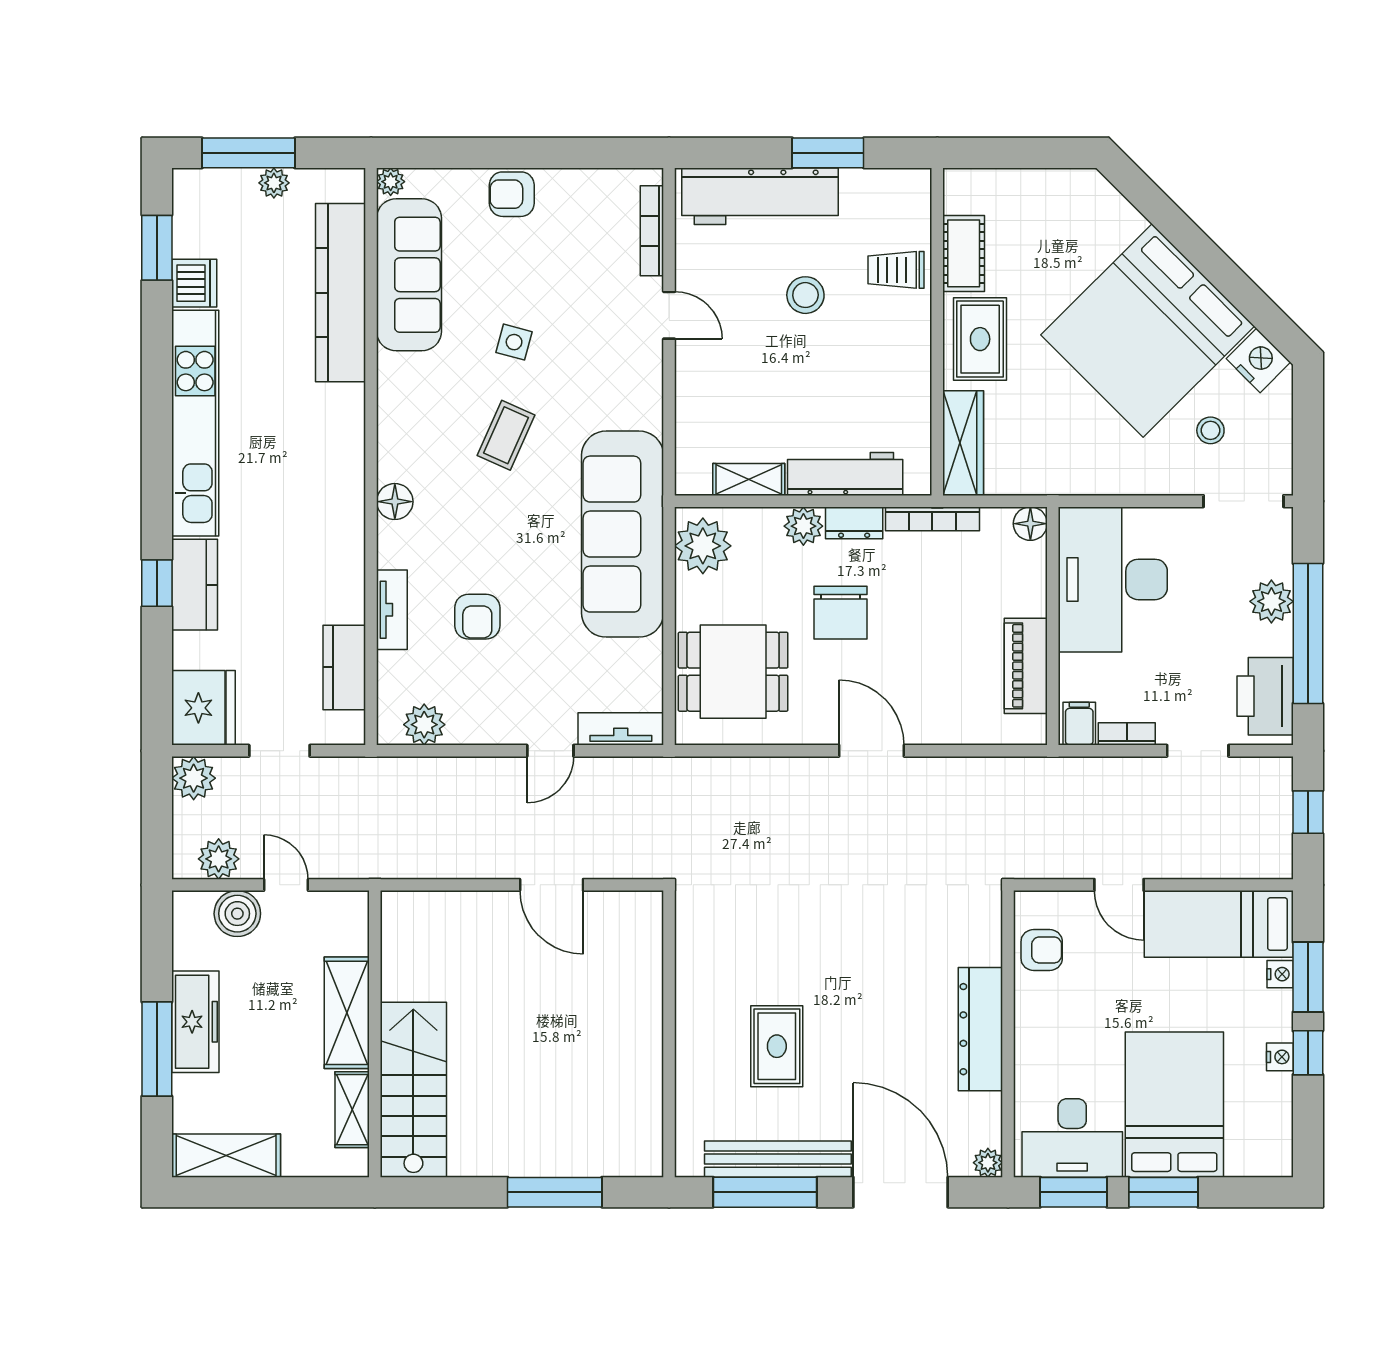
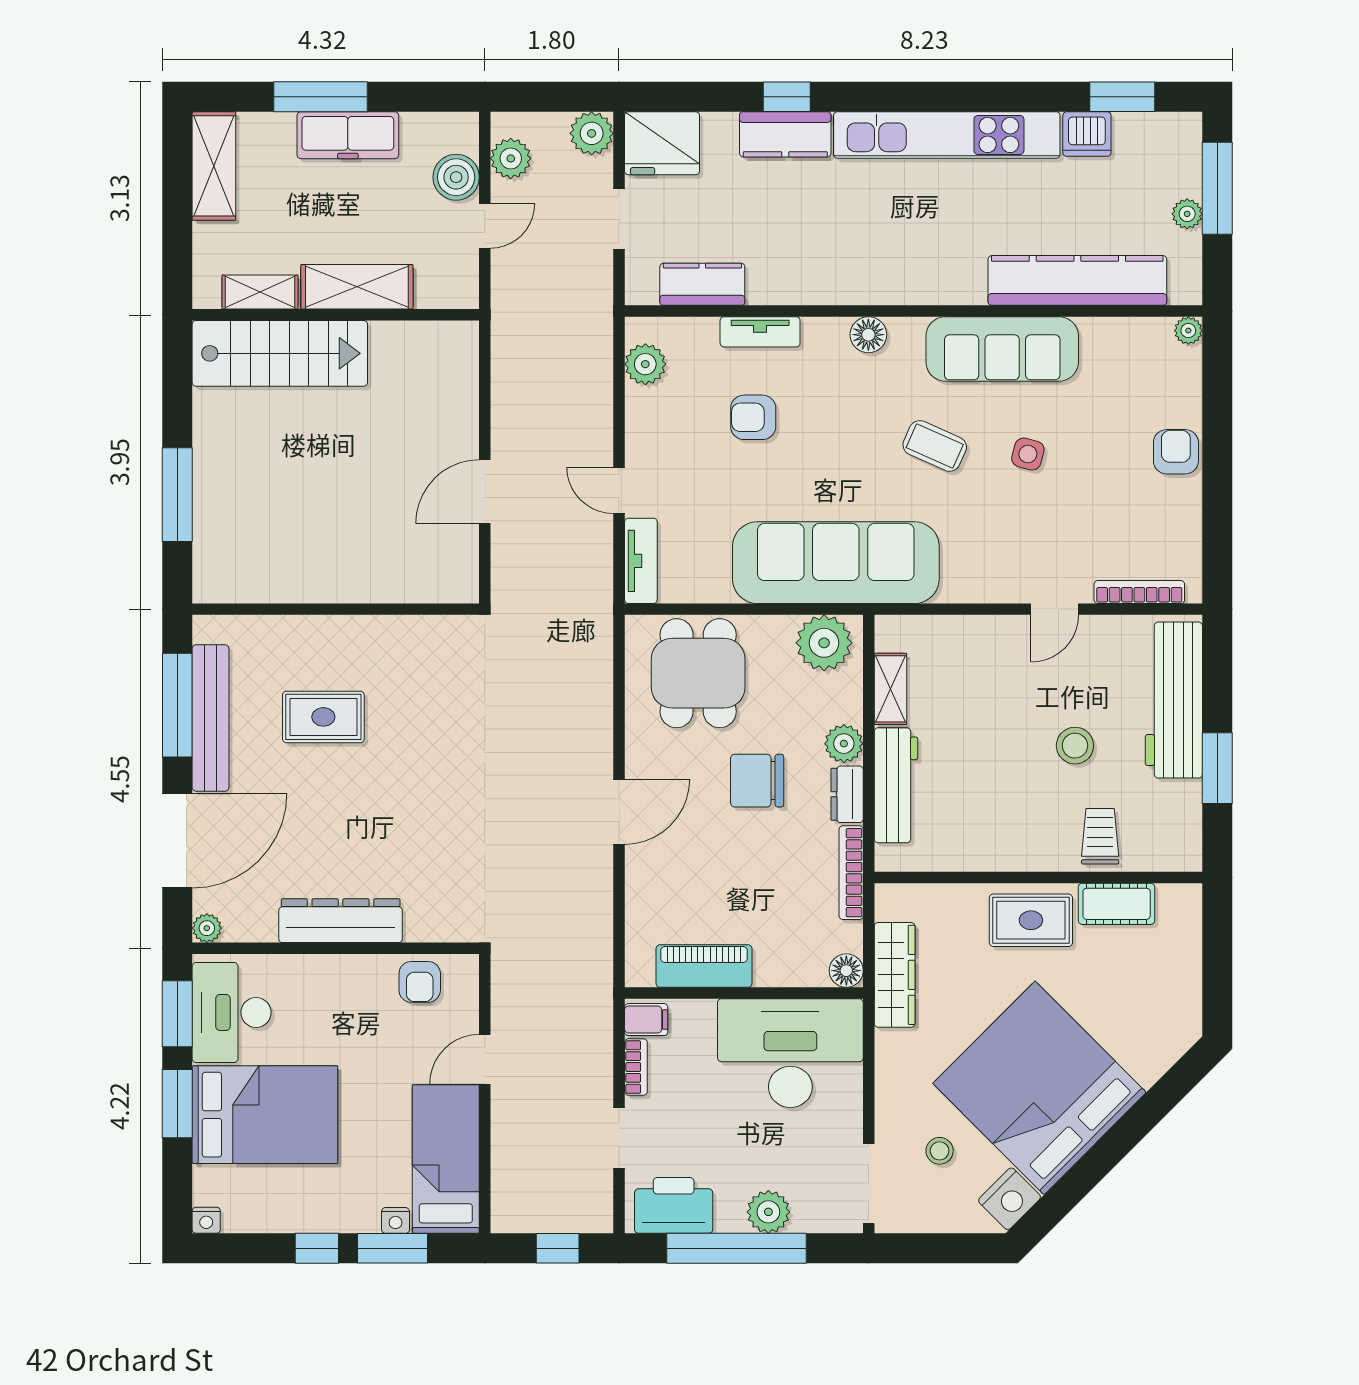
sofa: (409, 275) -> (1002, 349), moved
wardrobe: (963, 443) -> (895, 975), moved, turned -90
nightstand: (1280, 1057) -> (206, 1220), moved

